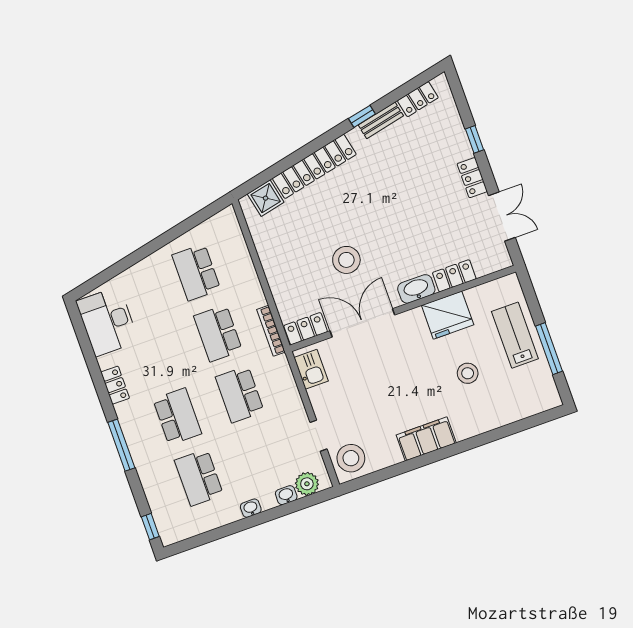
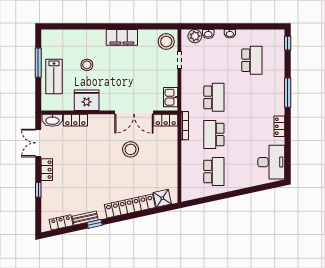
washbasin: (416, 289) -> (52, 120), moved
school desk: (218, 333) -> (214, 134), turned 180
school desk: (177, 417) -> (252, 97), removed

